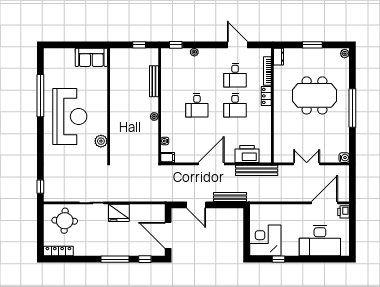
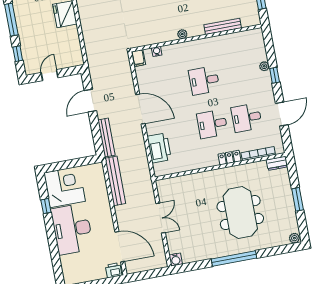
window: (176, 45) -> (275, 75), moved
bench: (257, 170) -> (115, 181), moved
door: (168, 235) -> (50, 75), width x0.53
desk: (320, 241) -> (72, 229), moved

